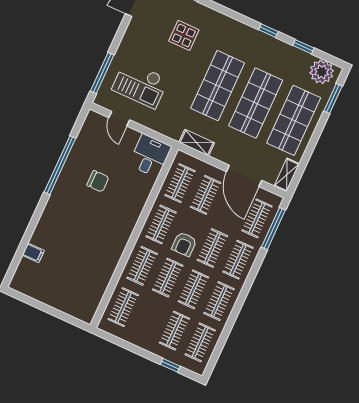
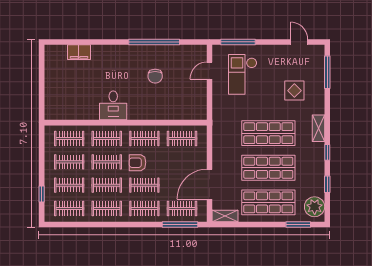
shelving: (197, 143) -> (318, 128), moved
desk: (150, 156) -> (113, 105), moved, turned 90
clothes rail: (206, 195) -> (69, 162), moved
filing cabinet: (33, 253) -> (79, 52), width x2.00

